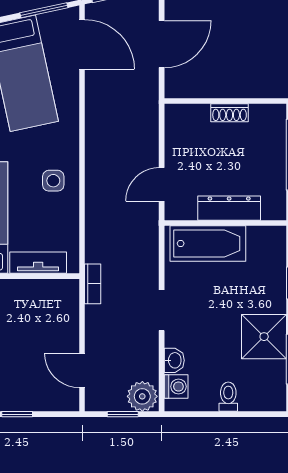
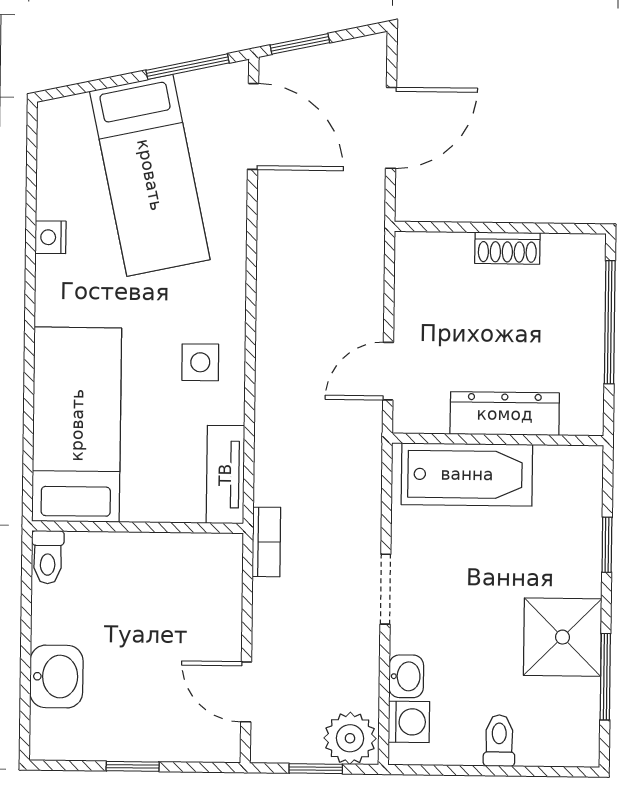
tv unit: (38, 263) -> (225, 475), moved, turned -90

